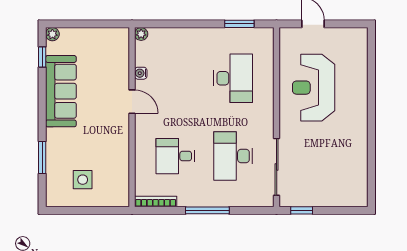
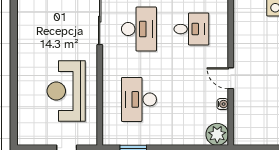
plant: (141, 34) -> (217, 134), width x1.88, depth x1.88
reception desk: (314, 88) -> (66, 91), turned 180

